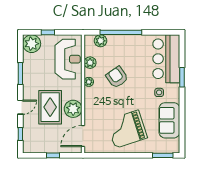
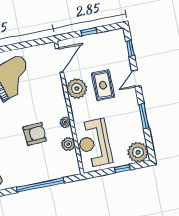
plant: (101, 41) -> (61, 171), removed
armchair: (117, 77) -> (35, 134), turned -58
rug: (50, 107) -> (103, 85), width x0.73, depth x0.70

